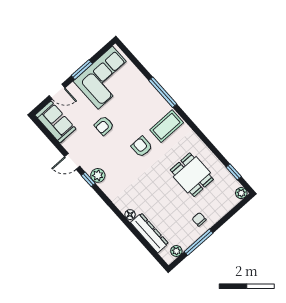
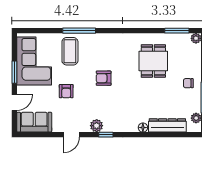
coffee table: (167, 126) -> (70, 51), moved
window: (234, 172) -> (177, 31), width x1.50
dining table: (192, 175) -> (153, 61), turned 90
window: (88, 179) -> (106, 135), moved

